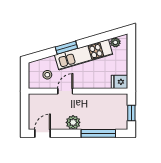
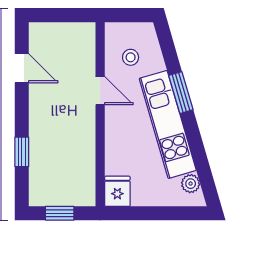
plant: (73, 122) -> (42, 105), removed
door: (43, 133) -> (22, 68), moved
window: (98, 133) -> (22, 152), width x0.46

